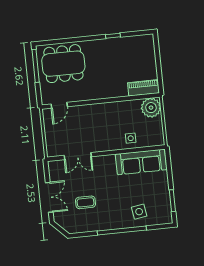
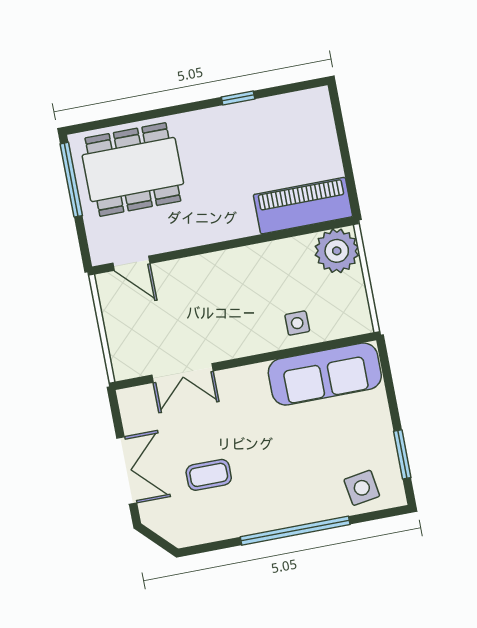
piano: (143, 88) -> (303, 206), width x1.37, depth x1.33
door: (59, 105) -> (131, 263), hinge flipped
side table: (139, 212) -> (362, 488), moved

